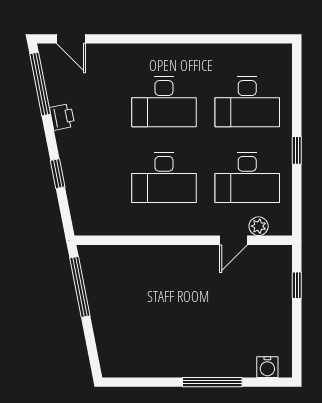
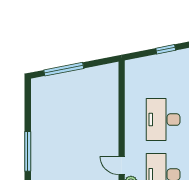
window: (80, 287) -> (64, 69), moved

